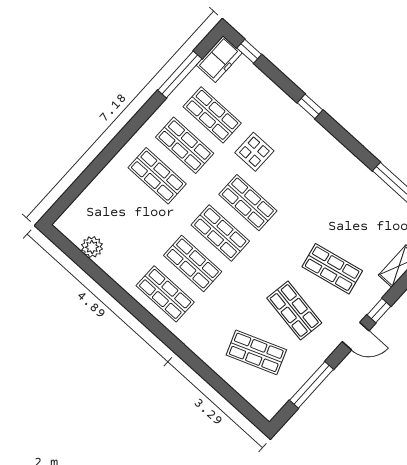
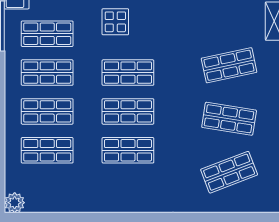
display table: (254, 152) -> (115, 22), moved
plant: (92, 247) -> (15, 203), moved
shop shelf: (165, 294) -> (47, 150), moved

